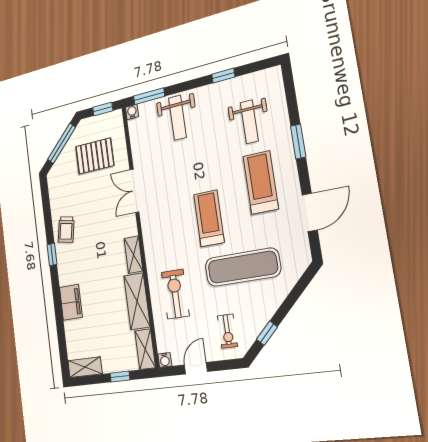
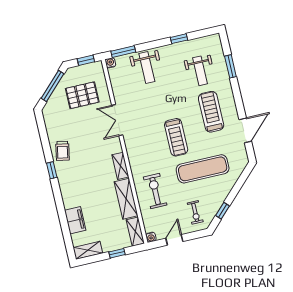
window: (298, 142) -> (230, 66), moved
treadmill: (209, 218) -> (176, 137), turned 180
filing cabinet: (71, 302) -> (75, 220), moved

